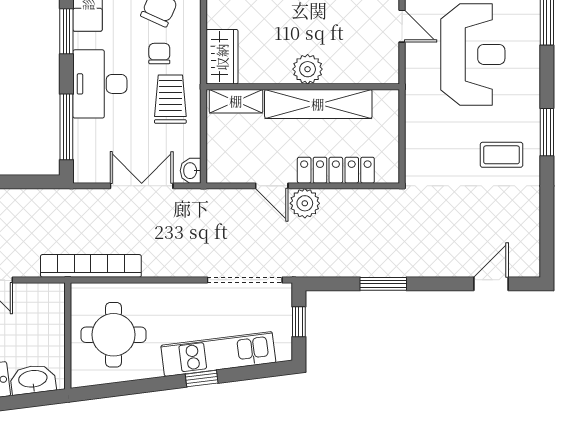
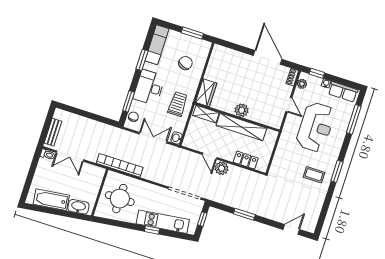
chair: (159, 54) -> (133, 117), moved
window: (66, 127) -> (129, 101), width x0.69
locker: (336, 170) -> (246, 160), width x0.66

